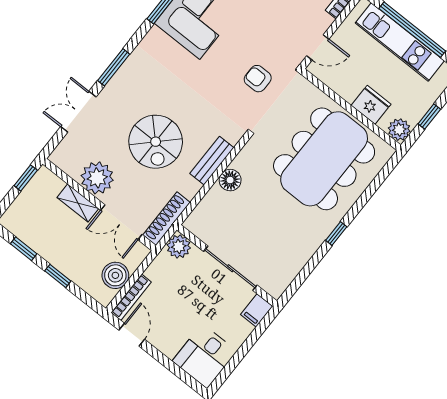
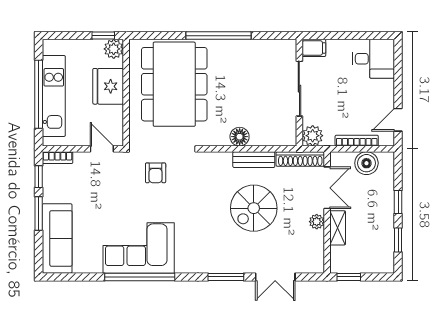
fridge: (371, 105) -> (108, 86), width x1.36, depth x1.34
window: (429, 117) -> (103, 36), moved
spiral stairs: (156, 142) -> (254, 208), turned 180
dining table: (324, 159) -> (174, 84), turned 90
bench: (212, 161) -> (254, 160), moved
plant: (97, 178) -> (317, 222), width x0.53, depth x0.53
window: (336, 233) -> (218, 36), width x3.17
bookcase: (131, 297) -> (357, 141), moved

